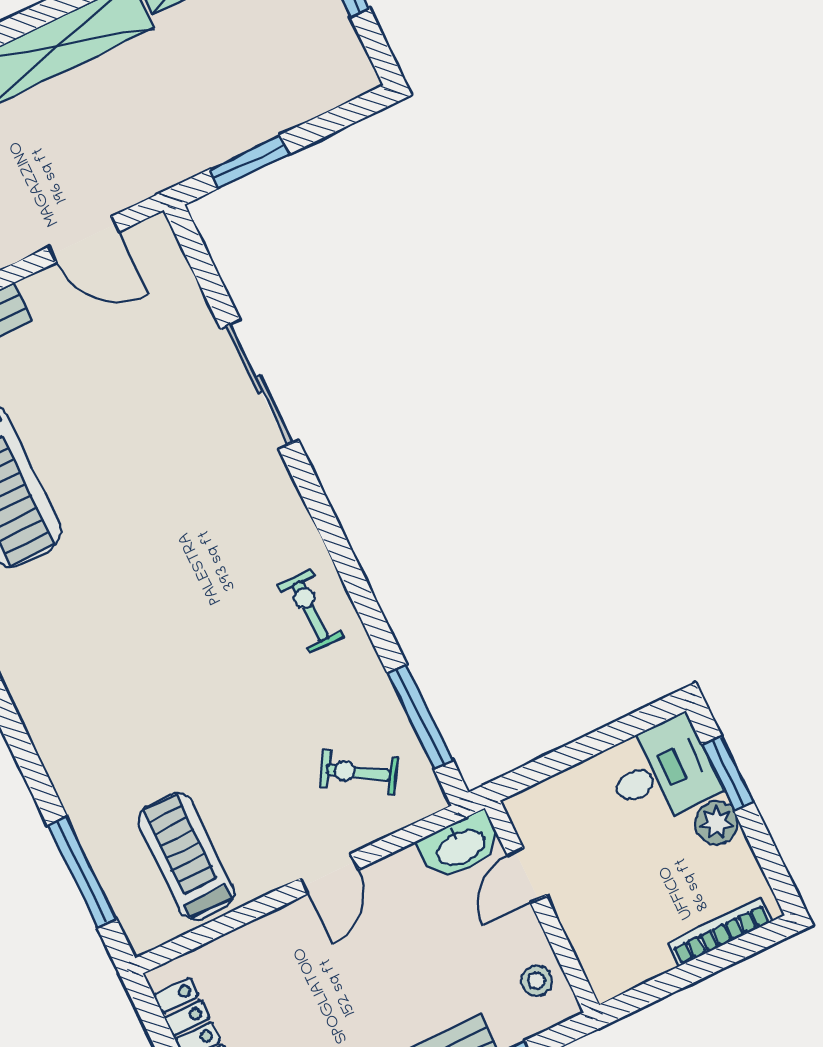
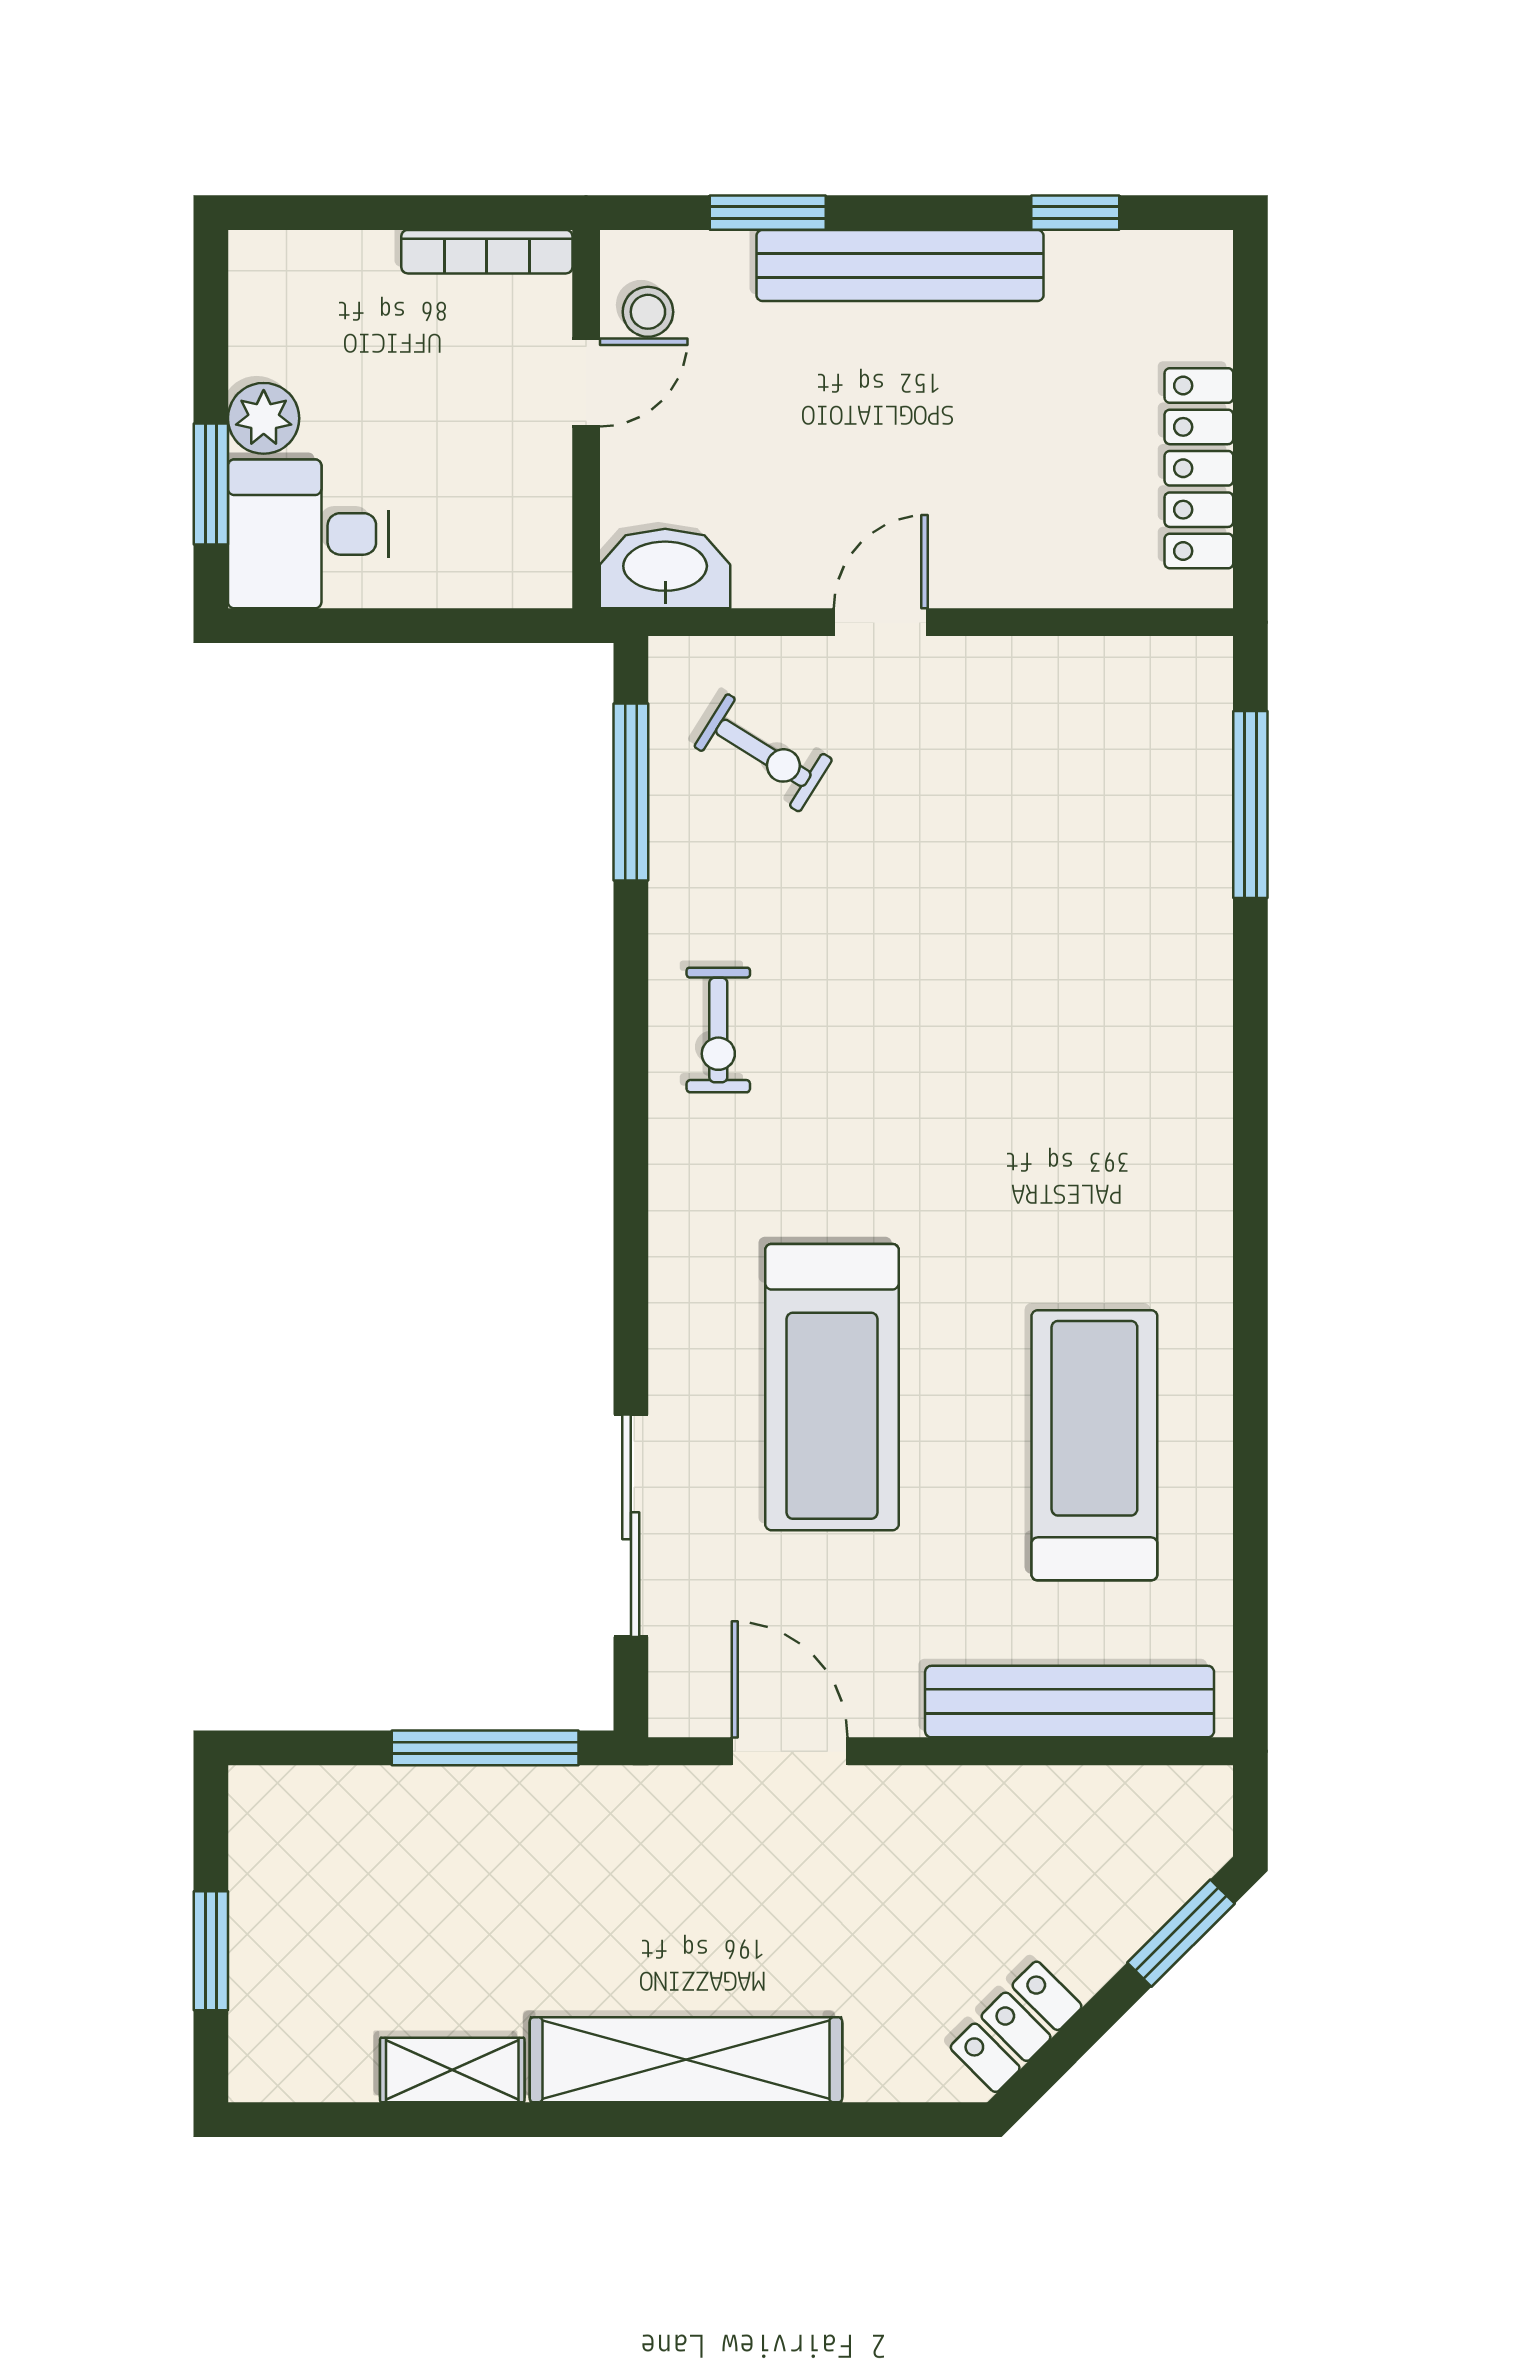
window: (249, 162) -> (485, 1748), width x1.44
sliding door: (259, 384) -> (631, 1526), moved
treadmill: (186, 856) -> (832, 1387), moved, width x1.37, depth x1.38
door: (527, 875) -> (586, 383), moved
bookcase: (720, 932) -> (487, 252), moved

